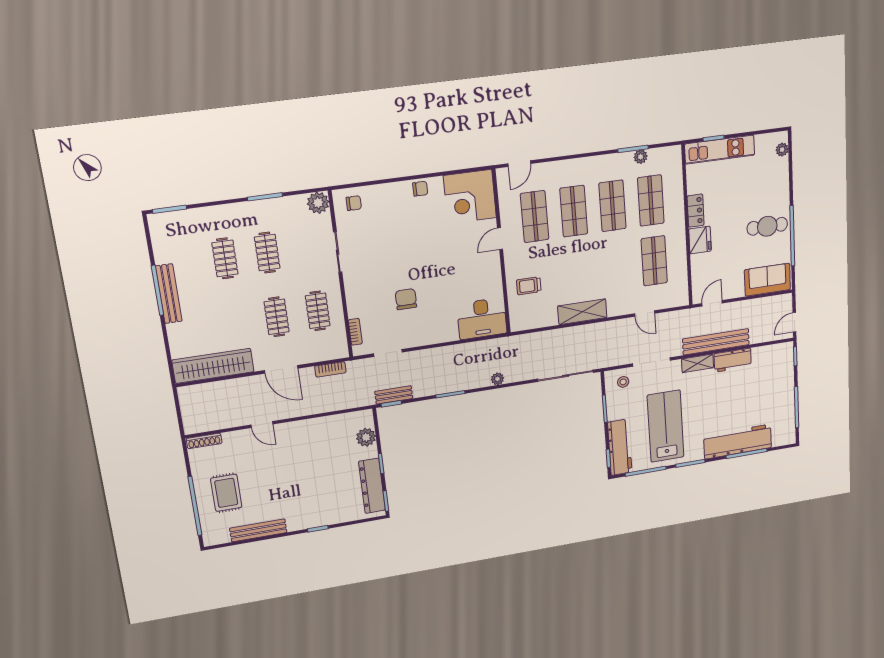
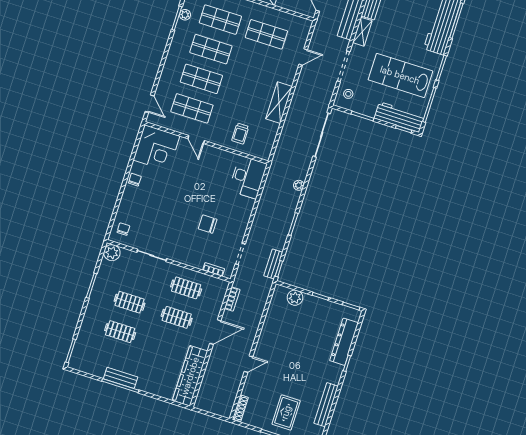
bench: (169, 294) -> (121, 378), width x0.73
dresser: (372, 486) -> (344, 342), moved, turned 90
rug: (226, 493) -> (286, 412), turned 90

